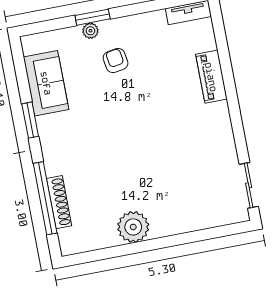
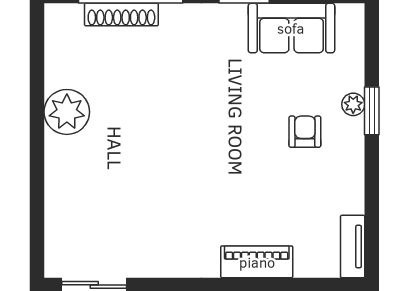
armchair: (116, 60) -> (305, 132), turned -81

